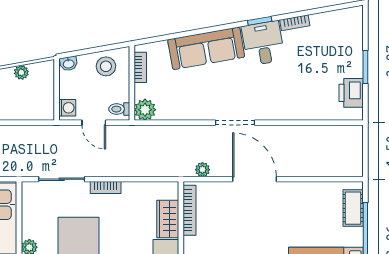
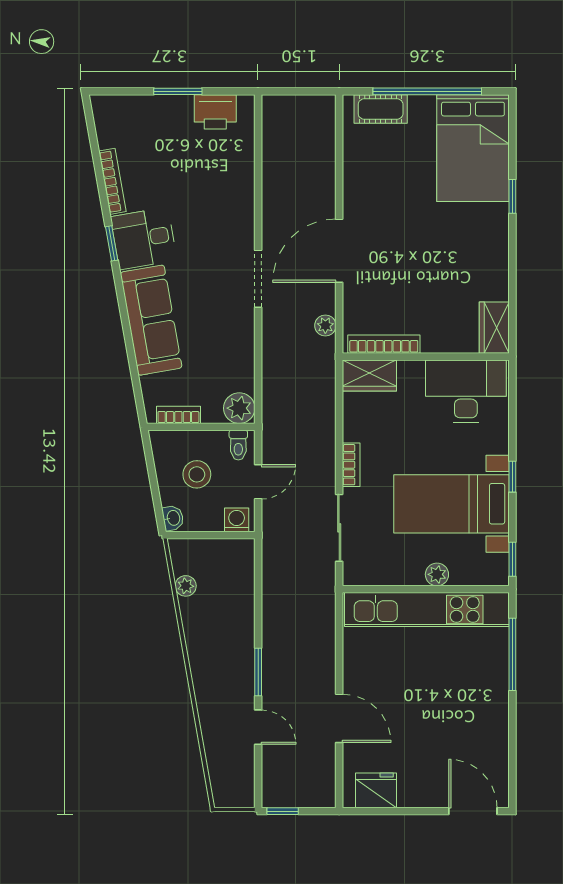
bookcase: (295, 23) -> (112, 181), width x1.56
stool: (106, 66) -> (197, 474), moved
wardrobe: (168, 219) -> (369, 375), moved

